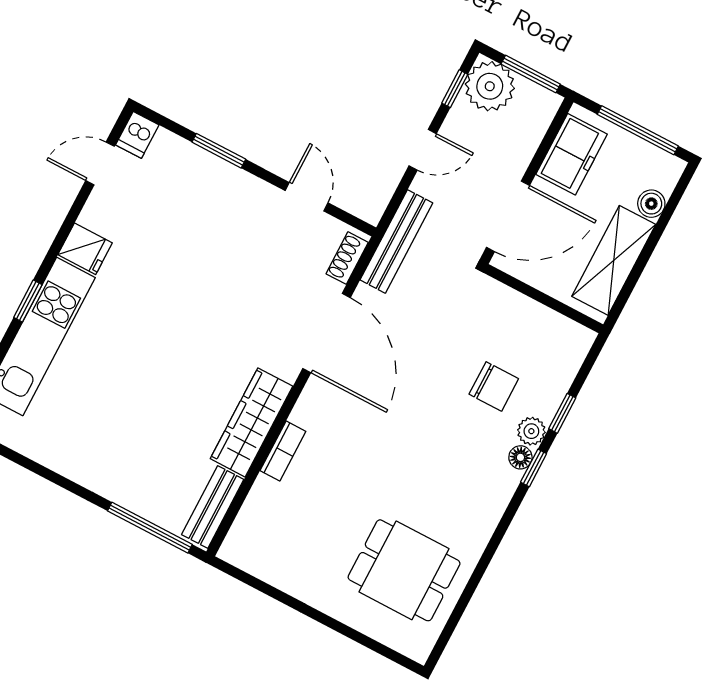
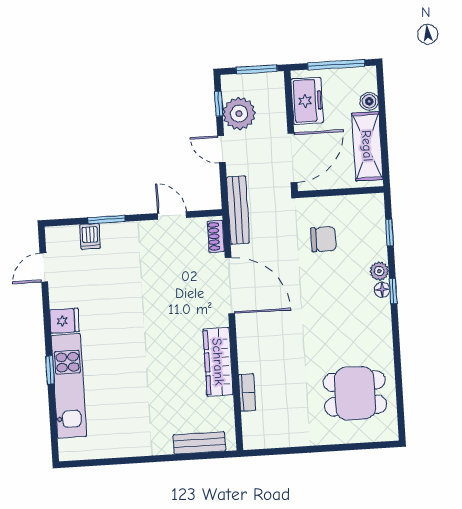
plant: (490, 86) -> (239, 114), moved
dishwasher: (137, 135) -> (90, 236), moved
door: (423, 150) -> (221, 149), swing flipped
chair: (494, 386) -> (323, 239), moved
window: (562, 413) -> (390, 233), moved
bookcase: (283, 451) -> (247, 392), moved
bench: (213, 507) -> (199, 443), moved, turned 90
window: (150, 528) -> (197, 456), removed

